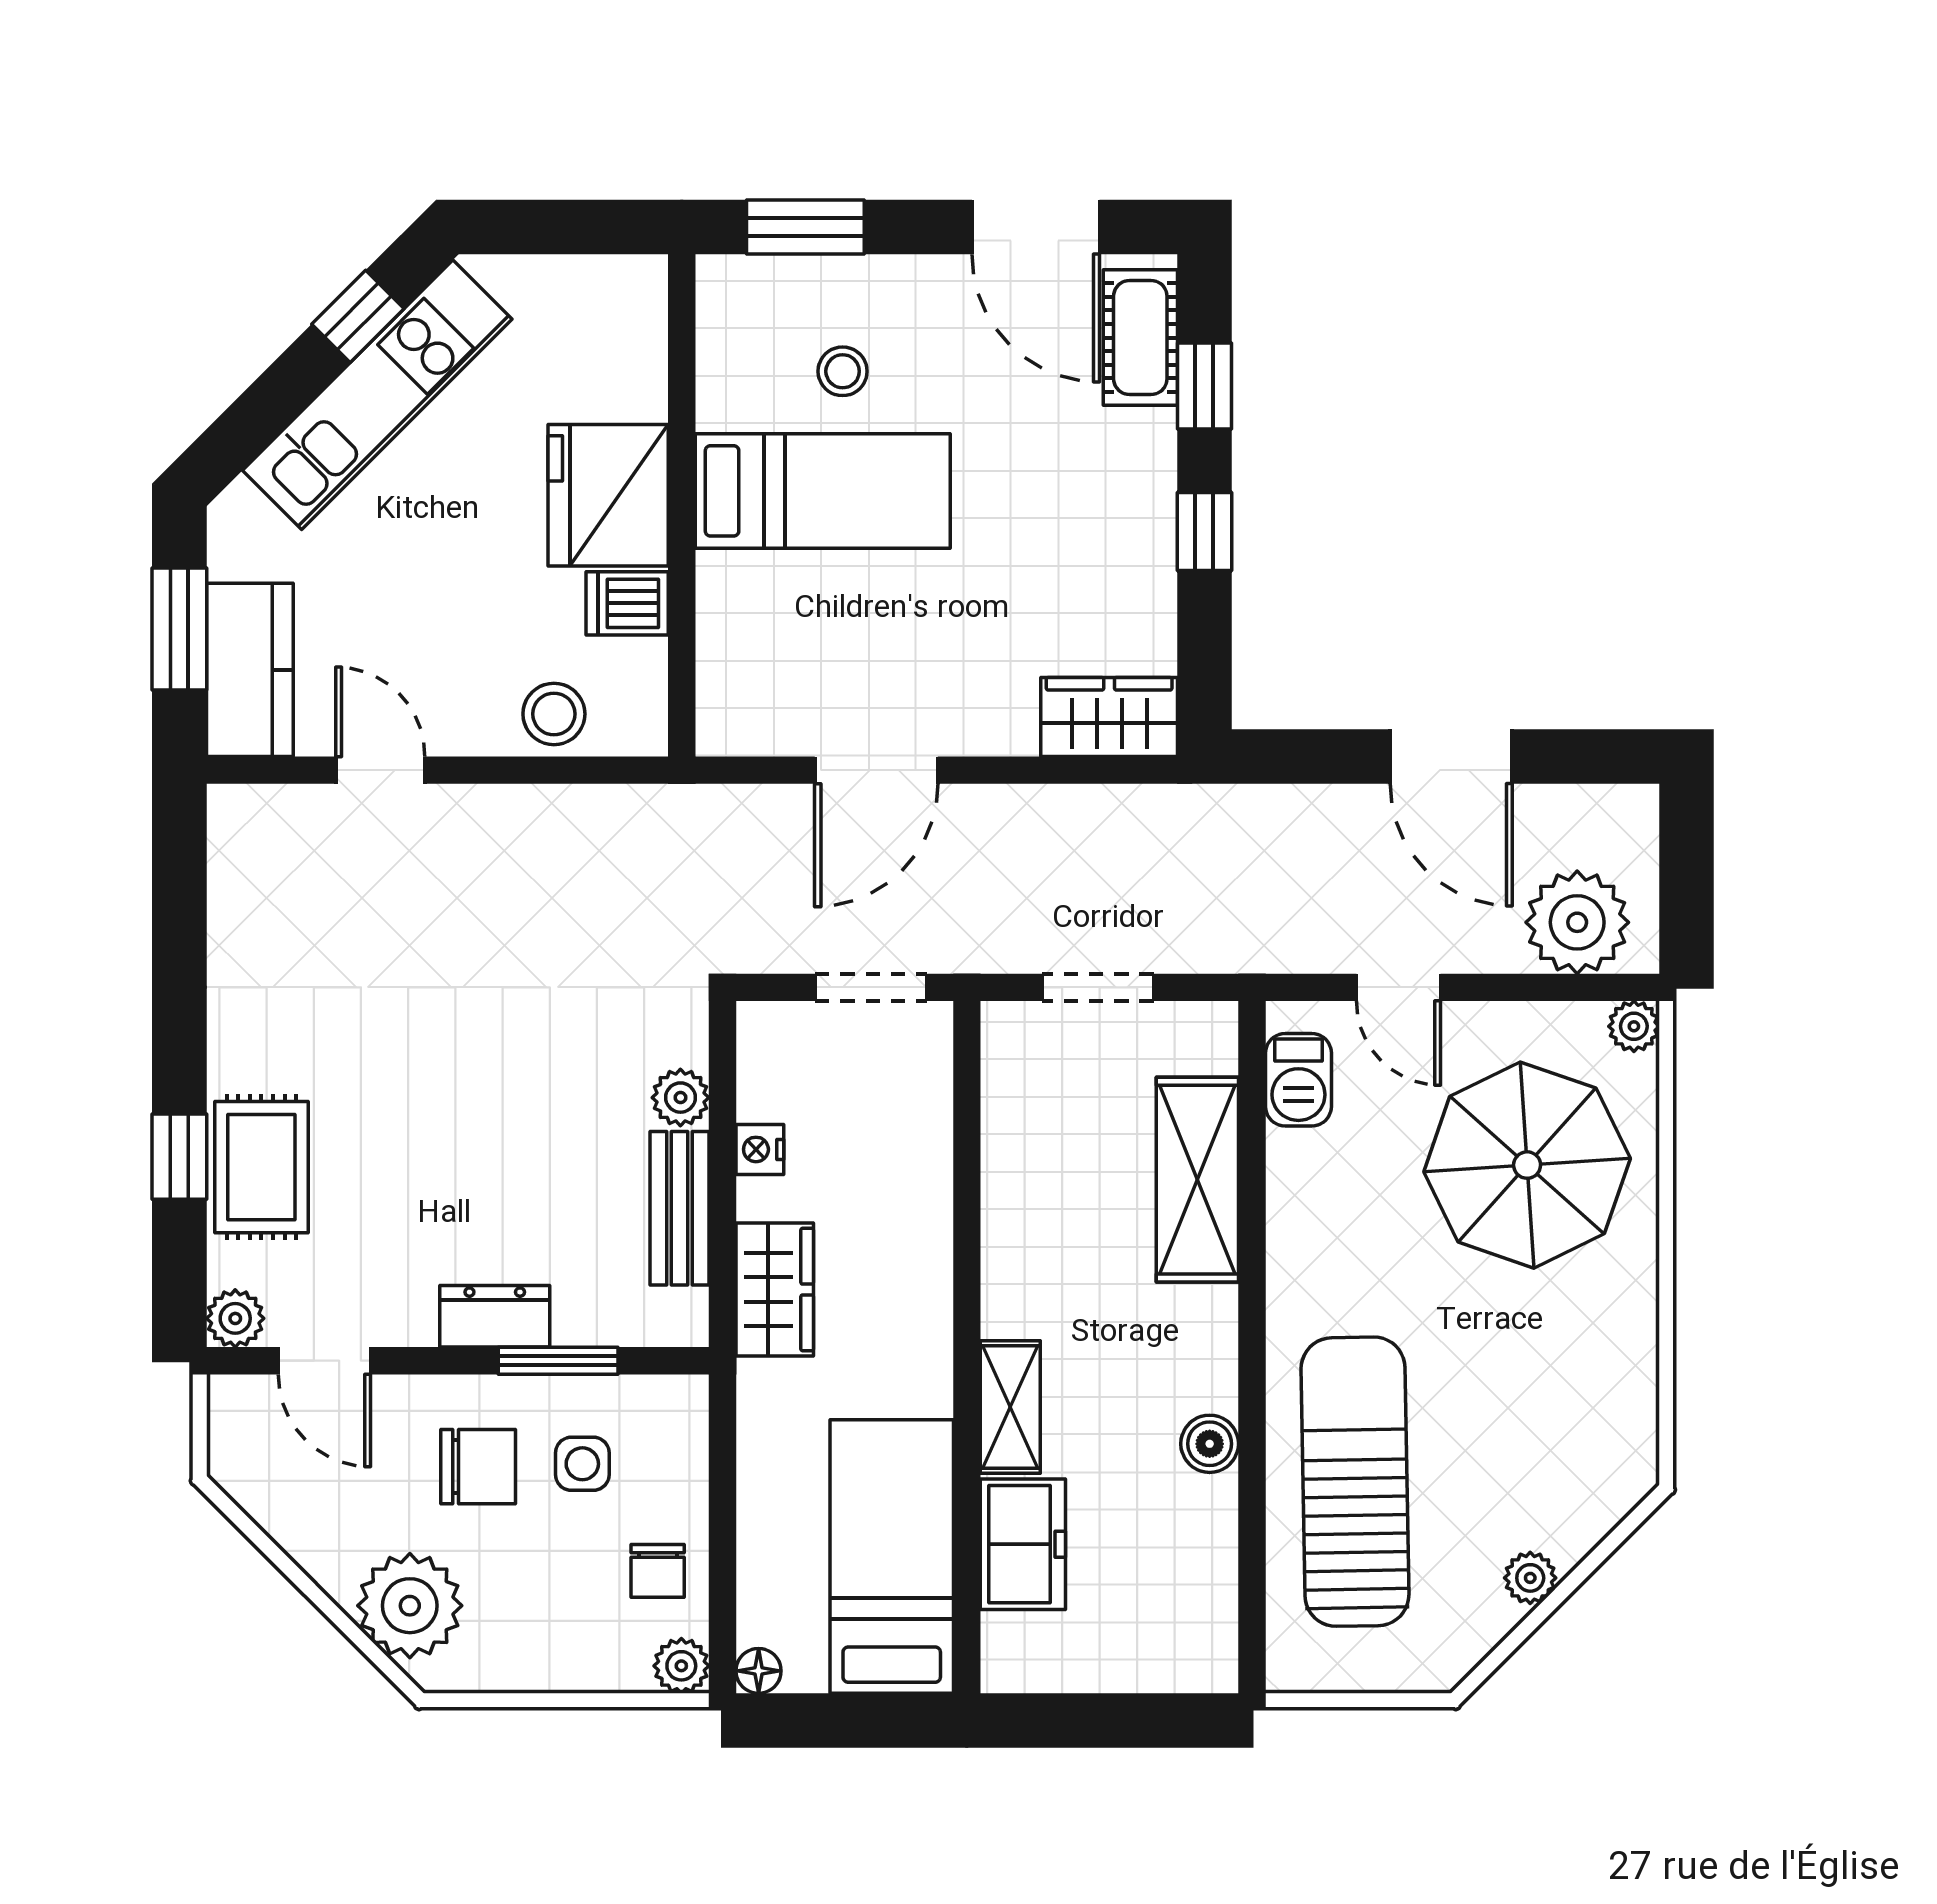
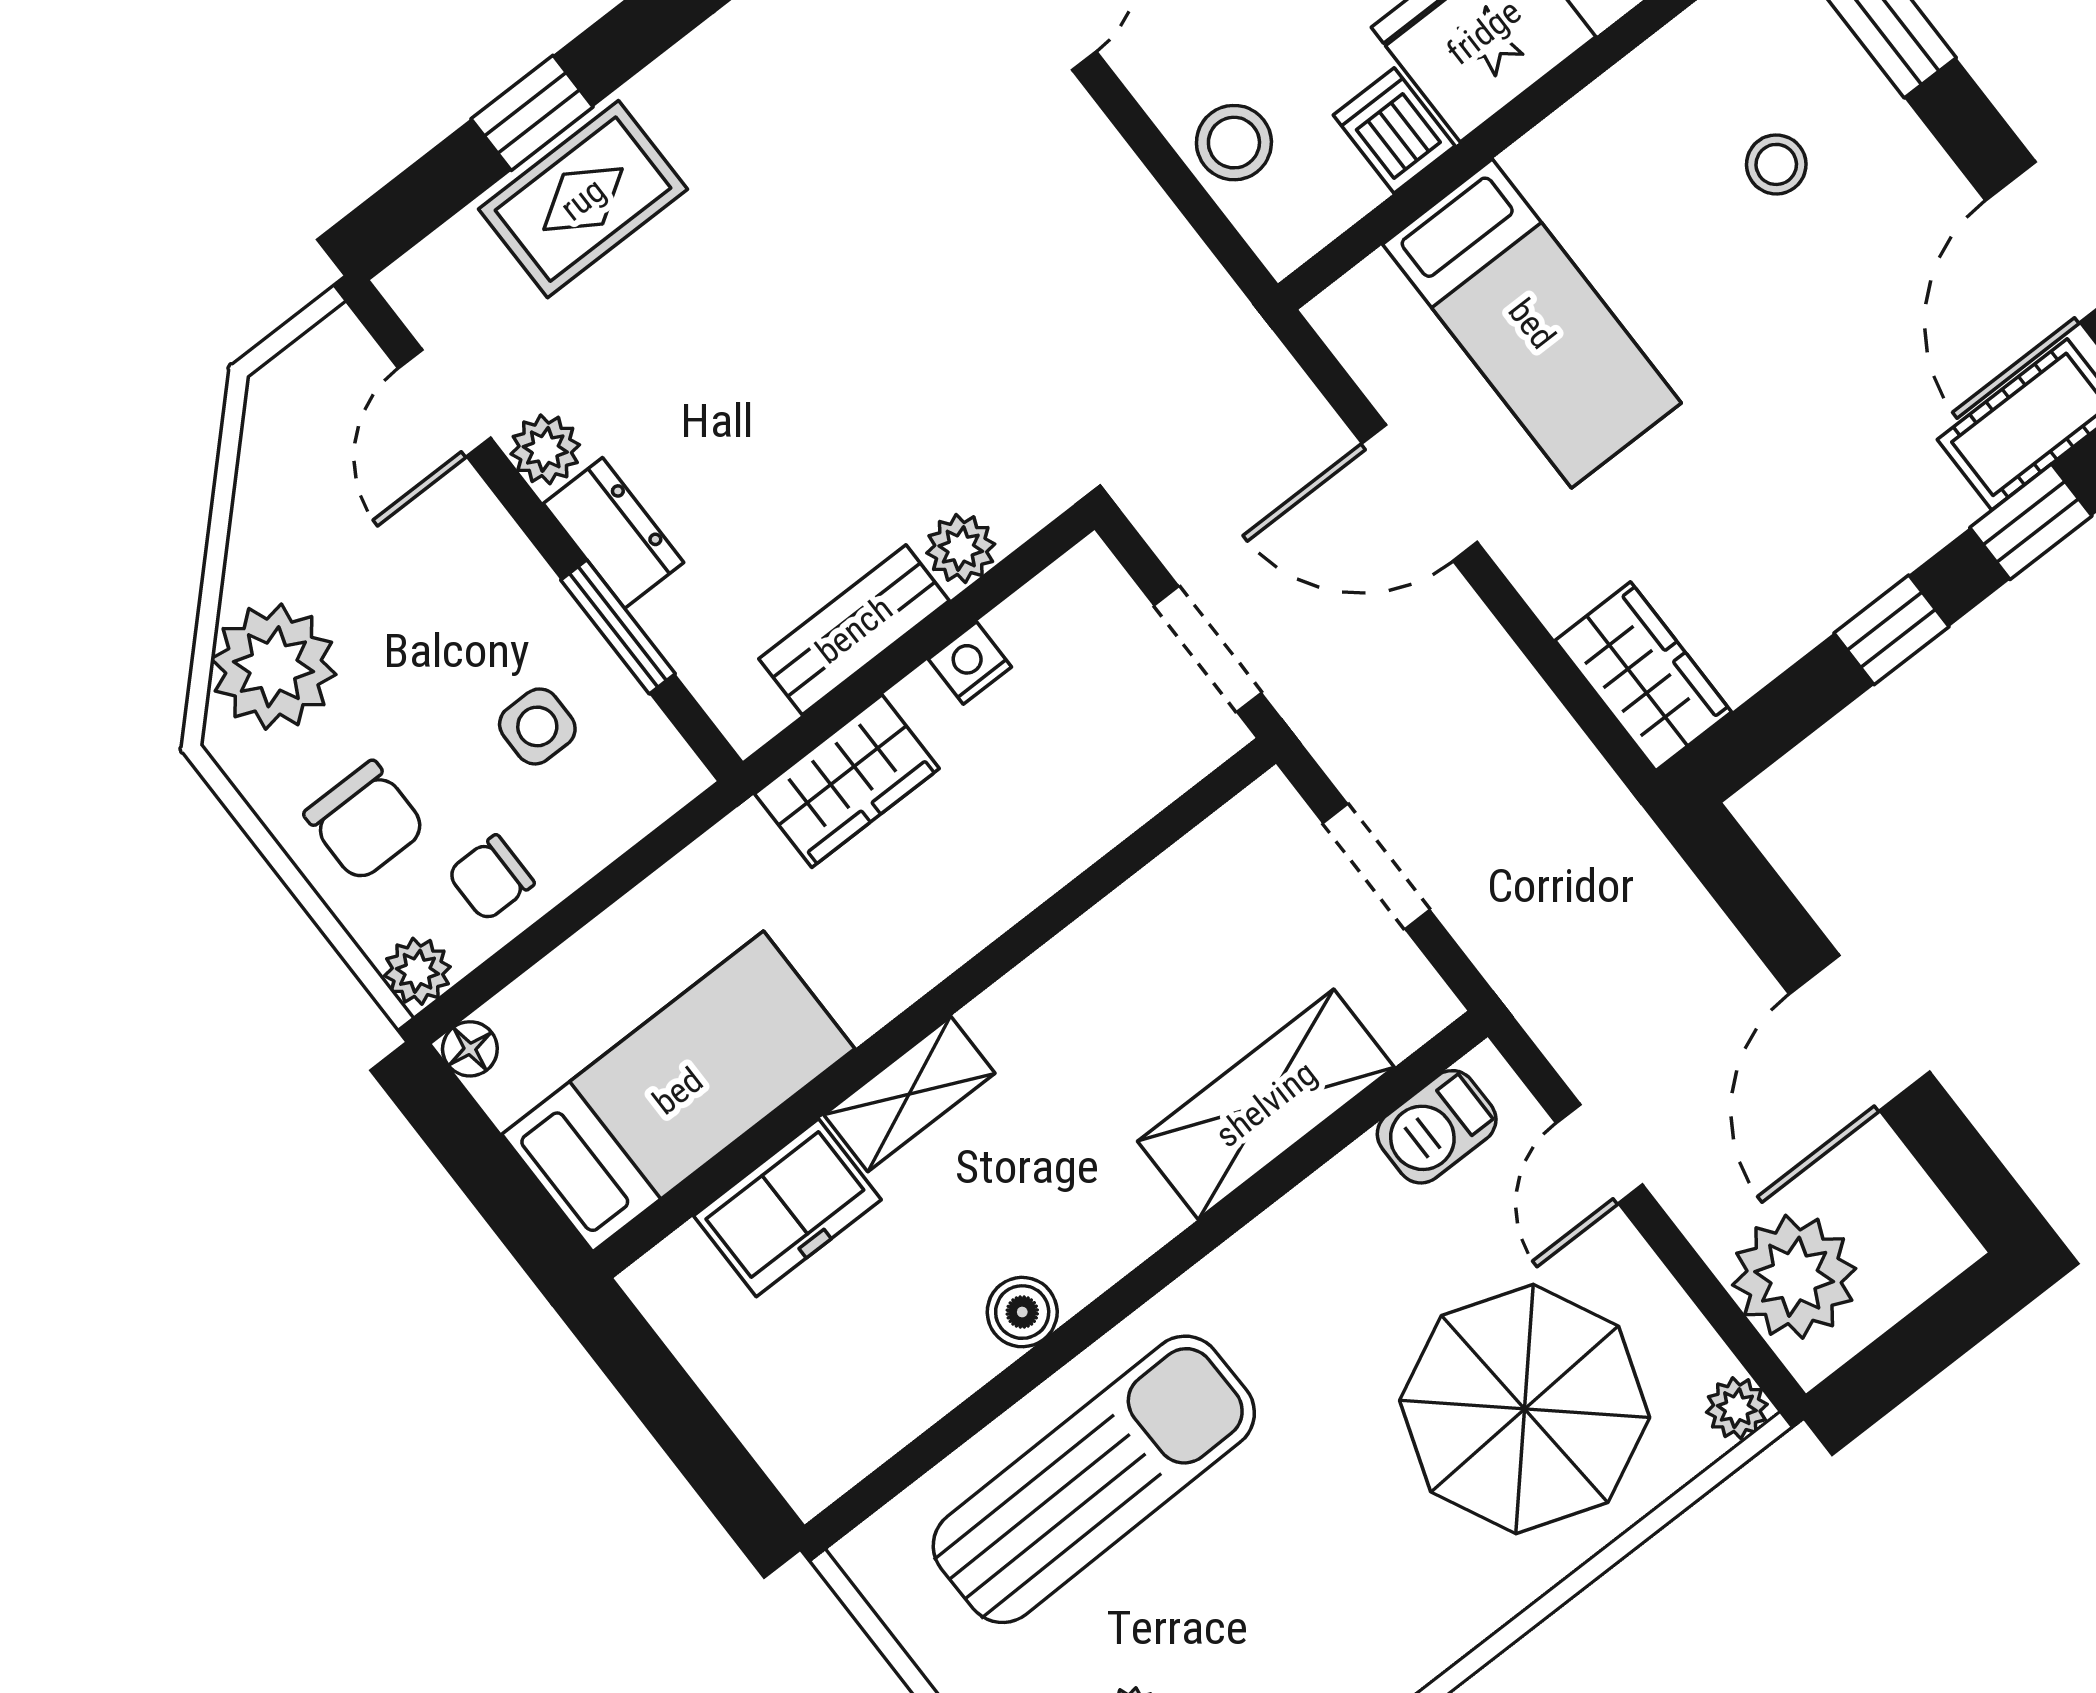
bed: (823, 491) -> (1532, 324), moved
plant: (235, 1318) -> (545, 449), moved
chair: (478, 1467) -> (365, 821), moved

